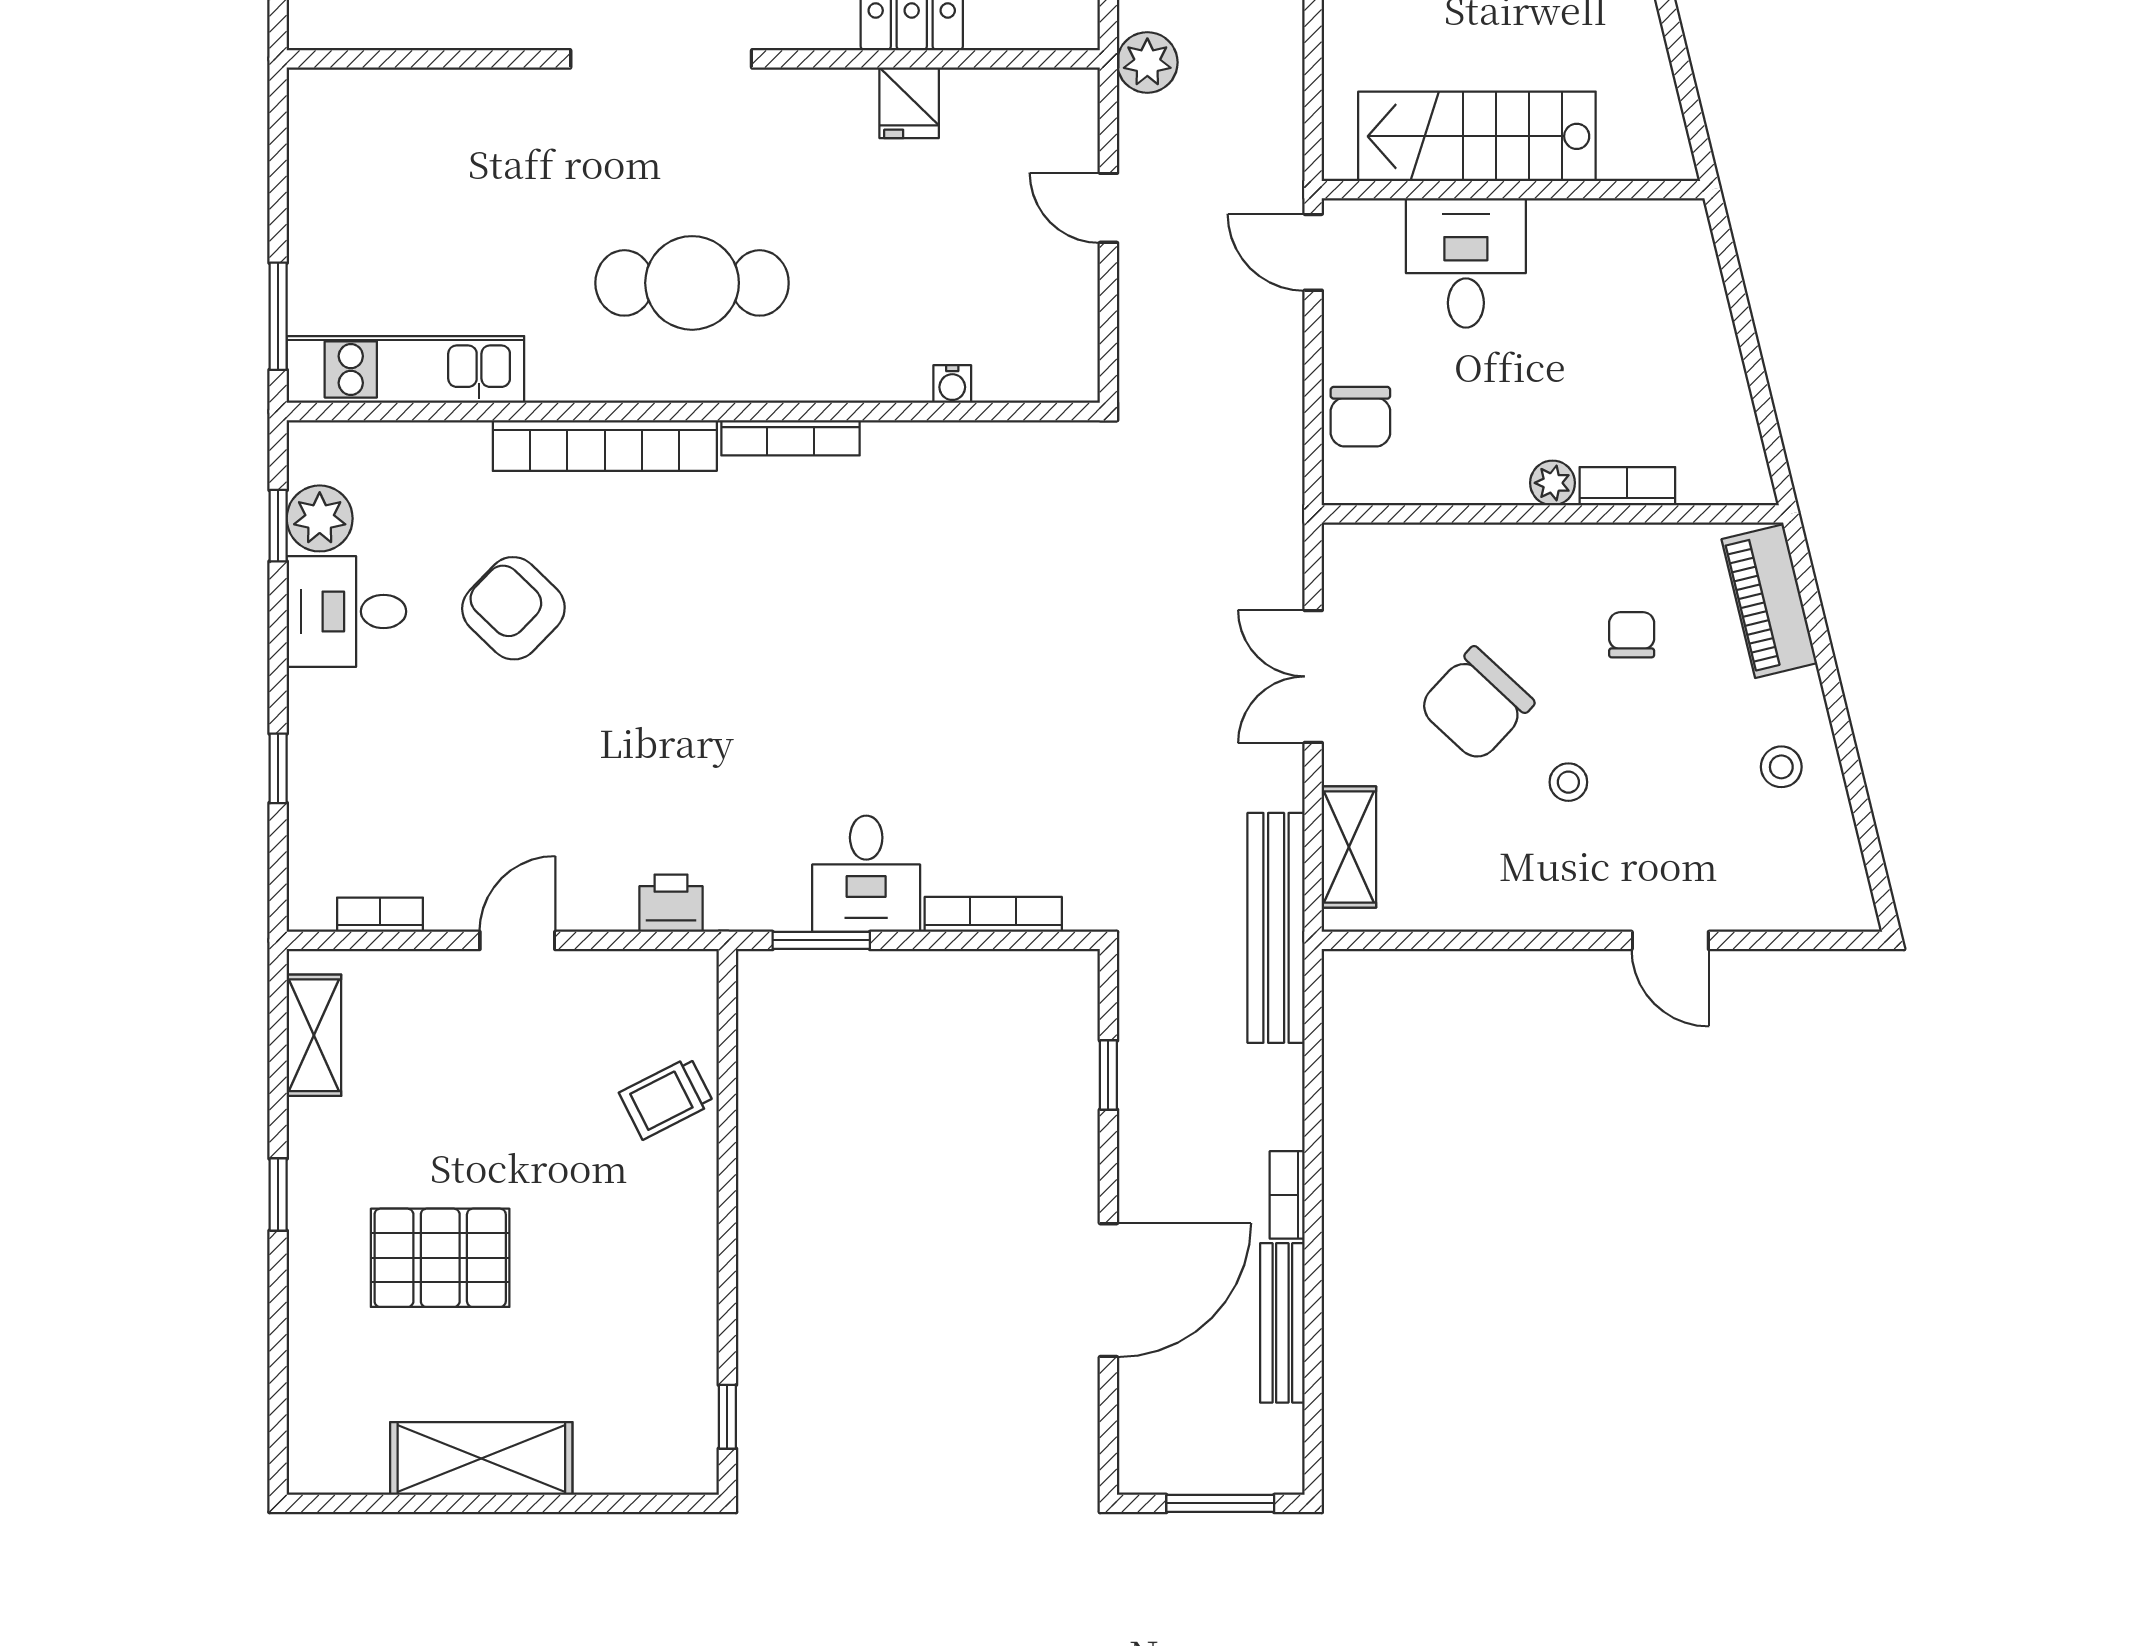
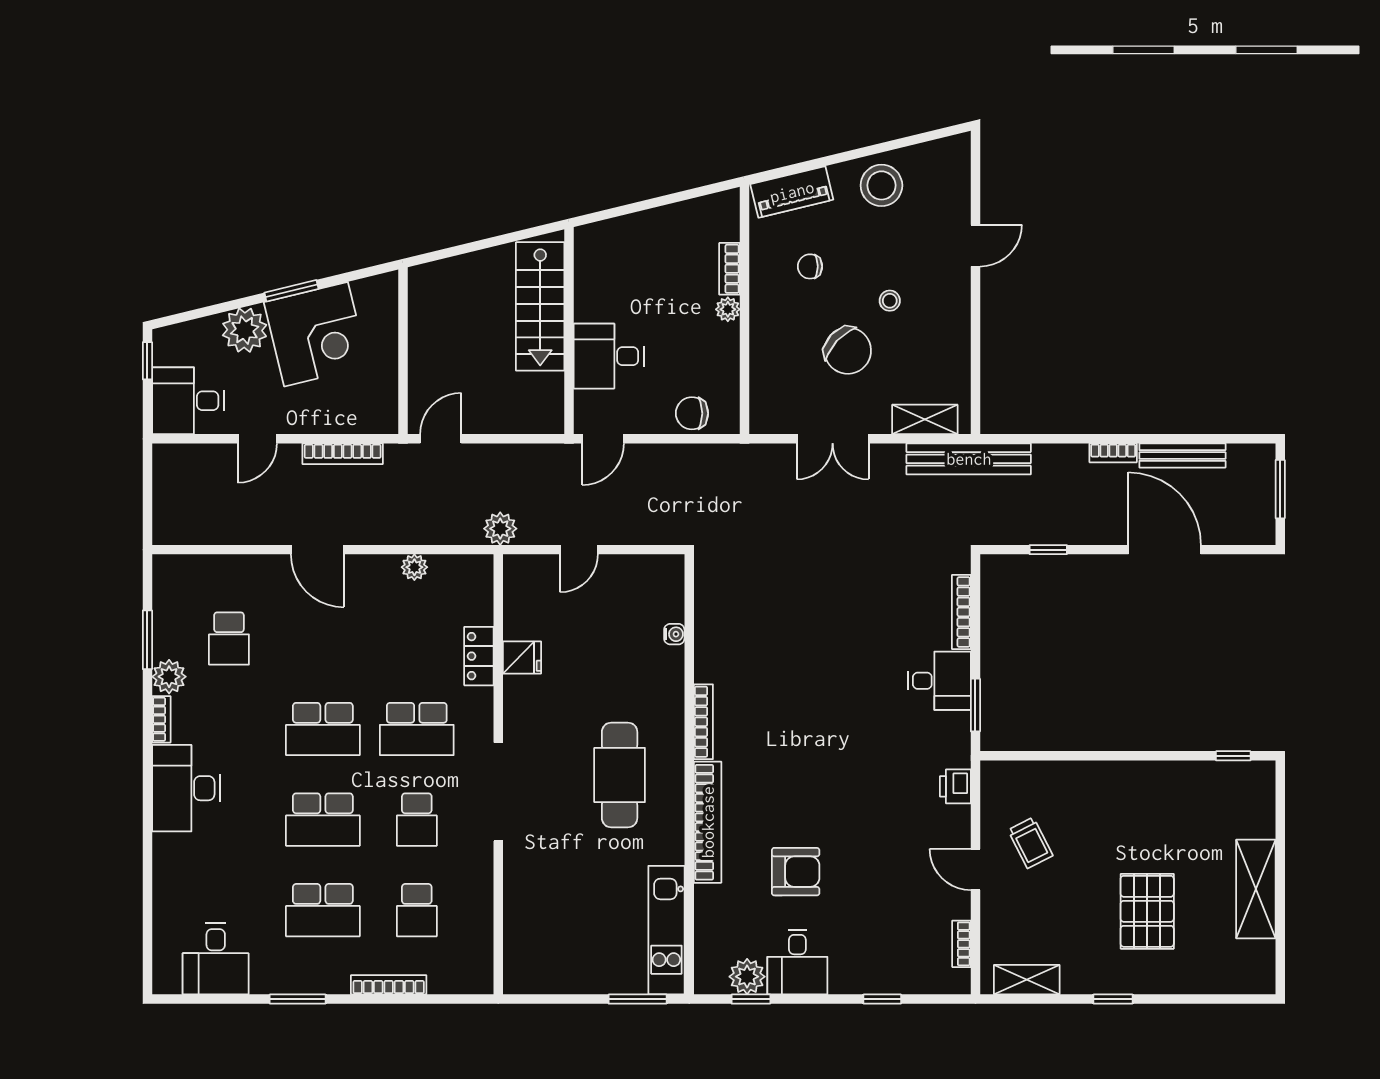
stairs: (1477, 136) -> (540, 306), moved
chair: (1360, 417) -> (692, 413), turned 180
armchair: (513, 608) -> (796, 872), turned -134
stool: (1781, 767) -> (881, 185), width x1.89, depth x1.89
trolley: (666, 1098) -> (1030, 843), moved

